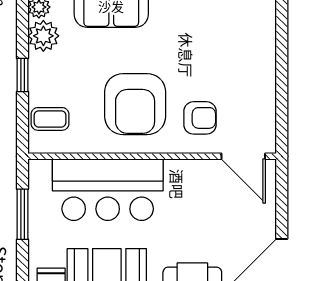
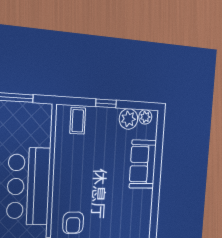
armchair: (135, 104) -> (84, 179), removed
bar counter: (108, 190) -> (29, 187), moved

